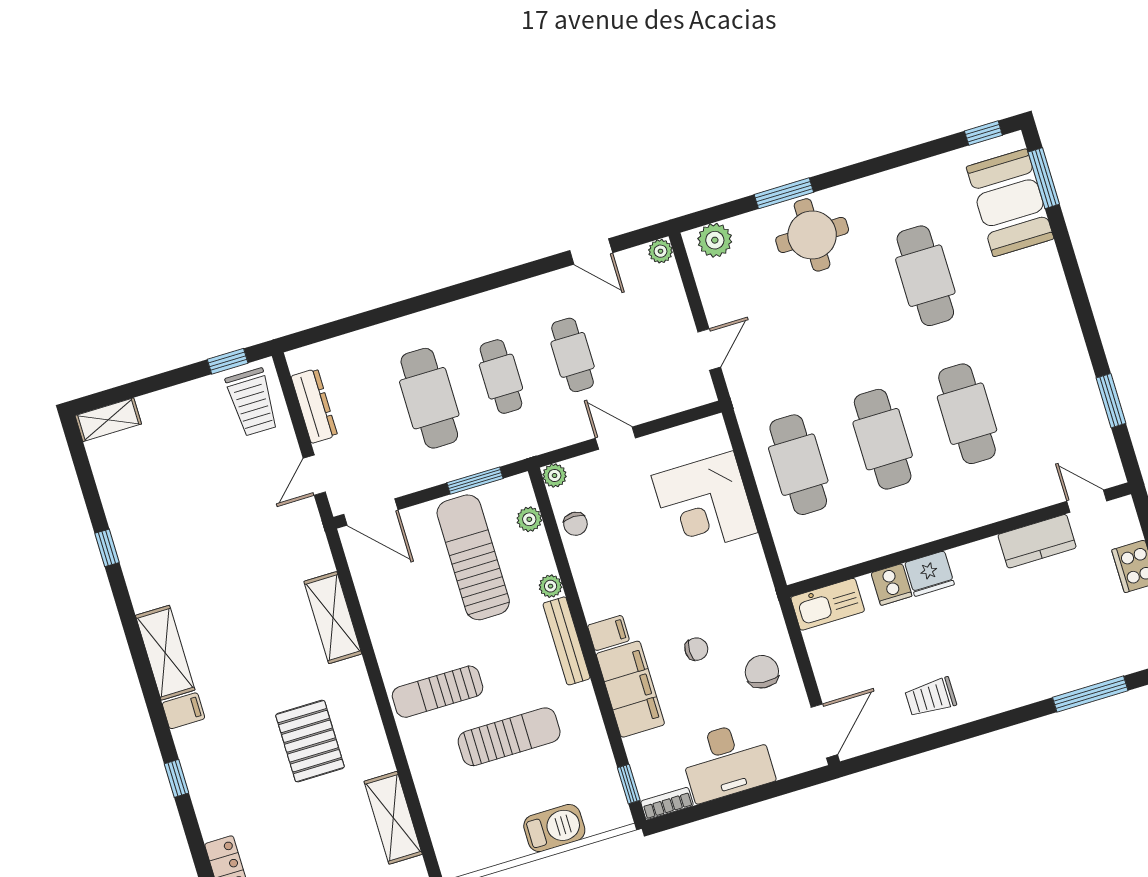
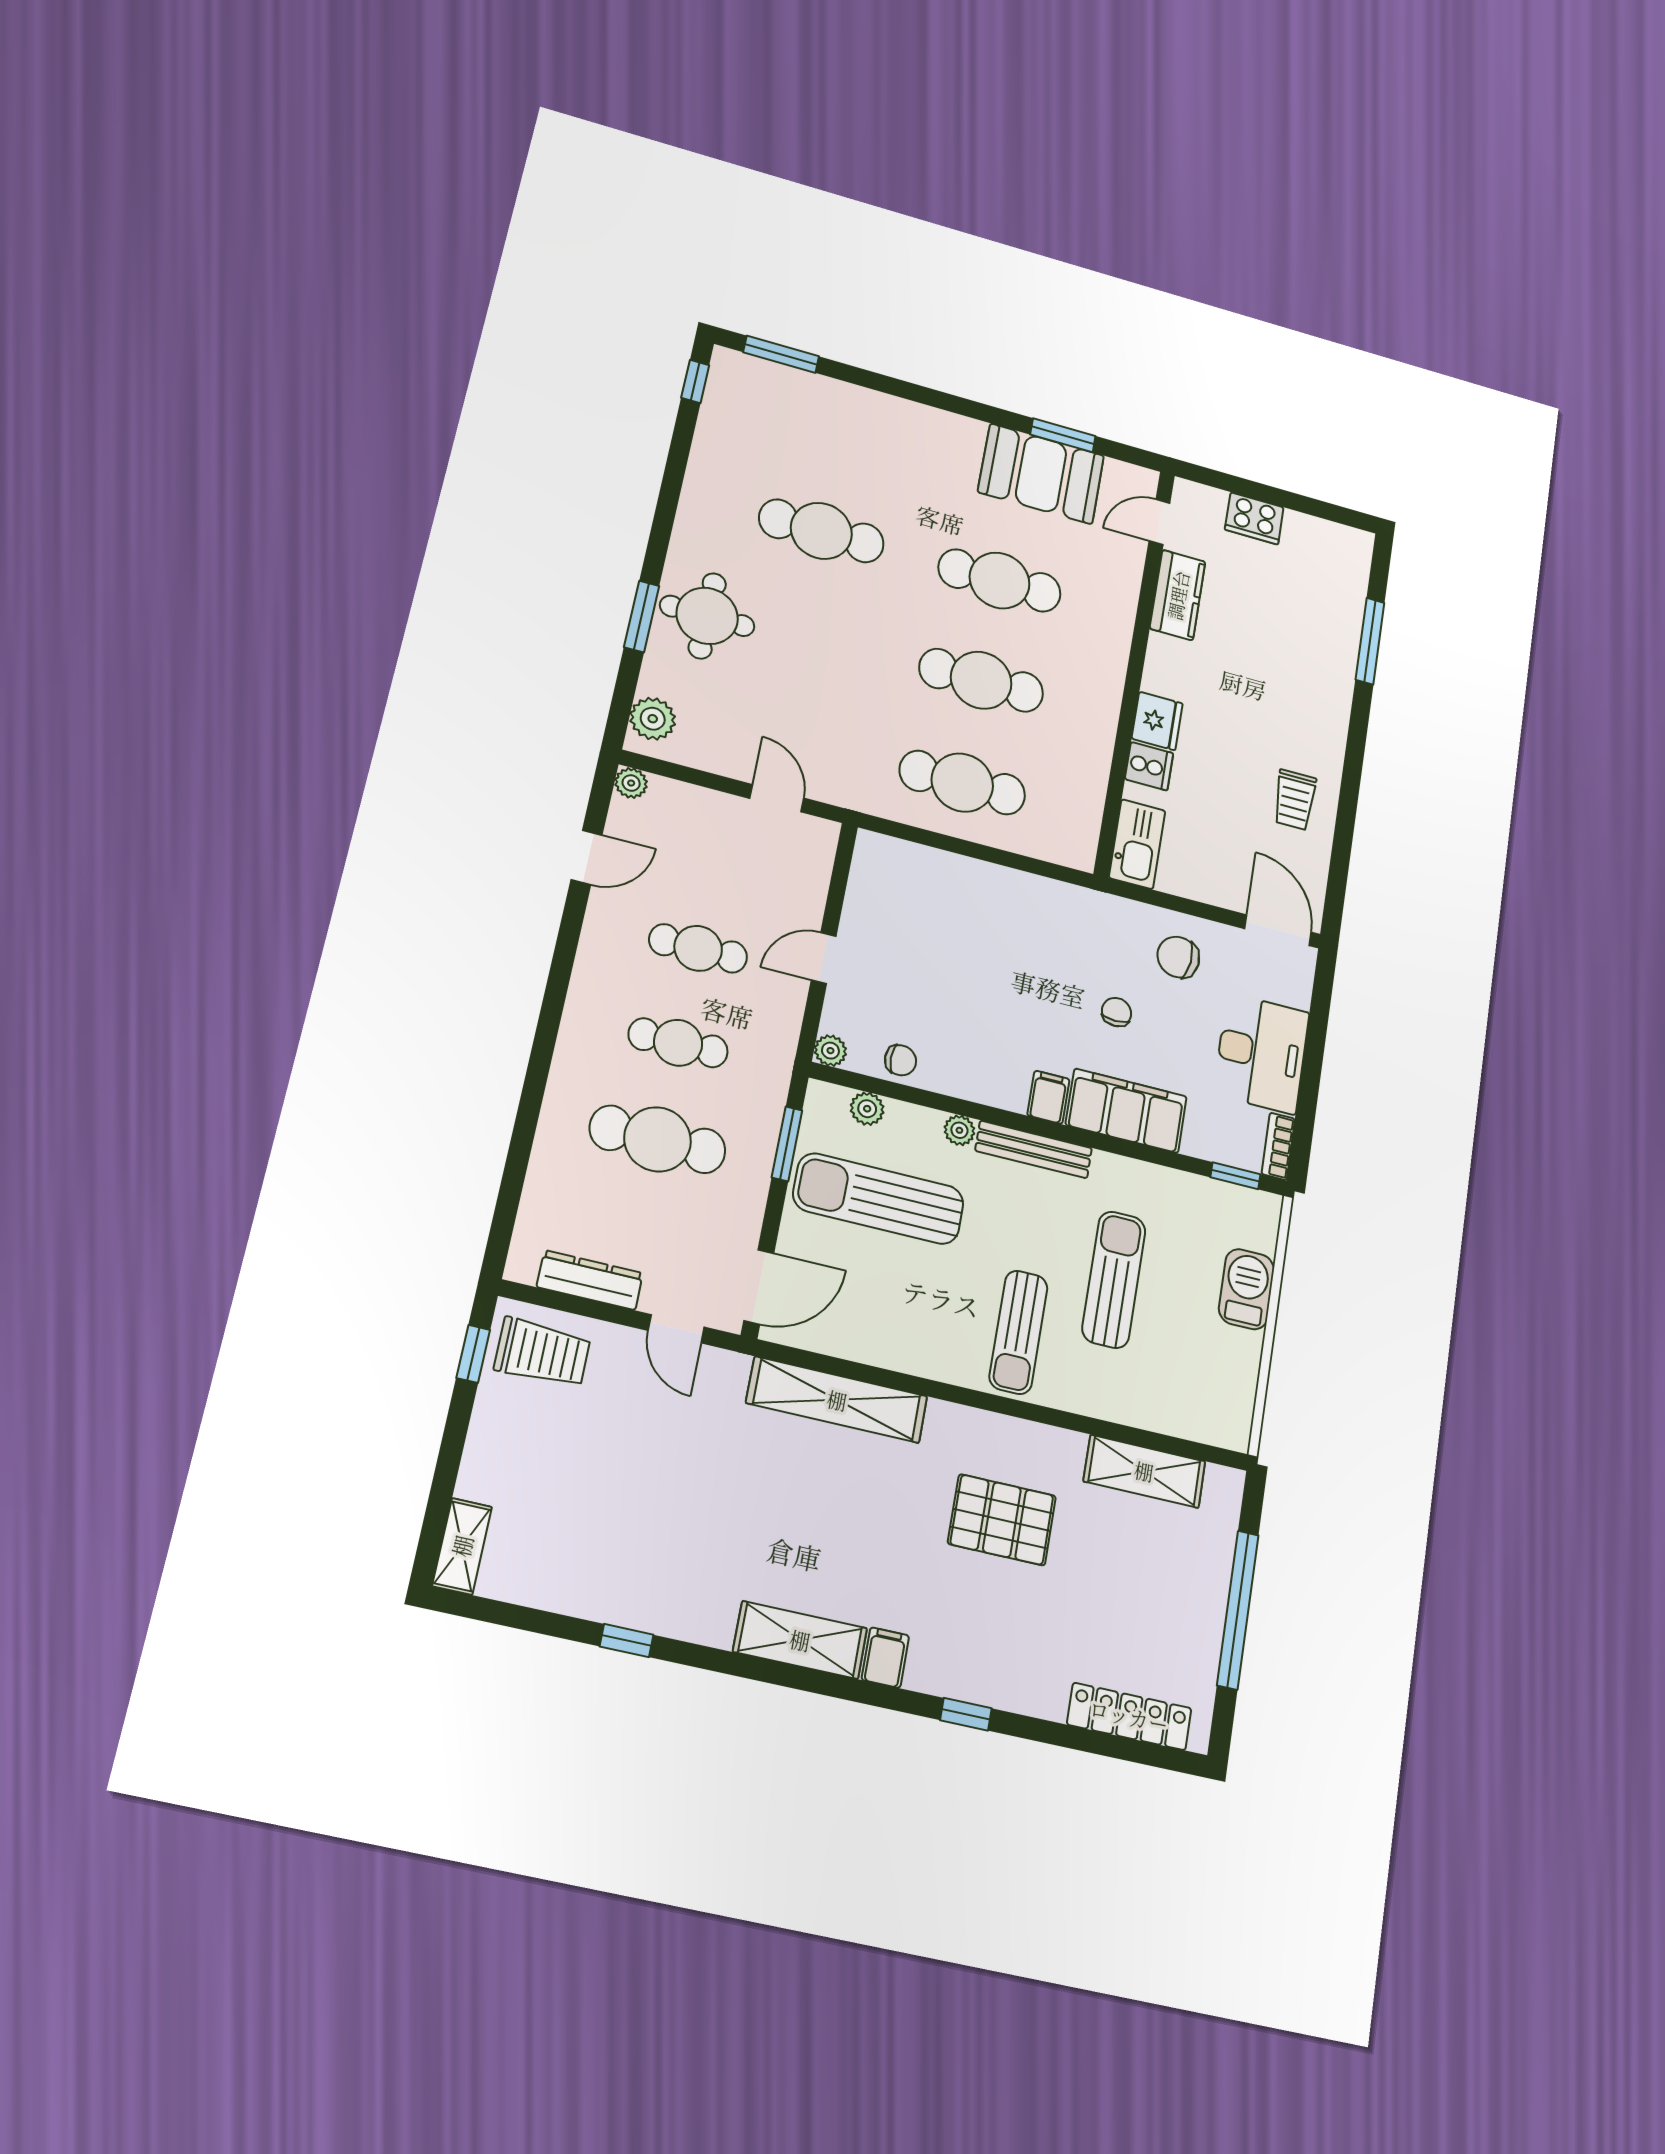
booth: (1010, 203) -> (1041, 474), moved
corner desk: (705, 504) -> (954, 907), removed
shelving: (333, 618) -> (837, 1400), width x1.47

